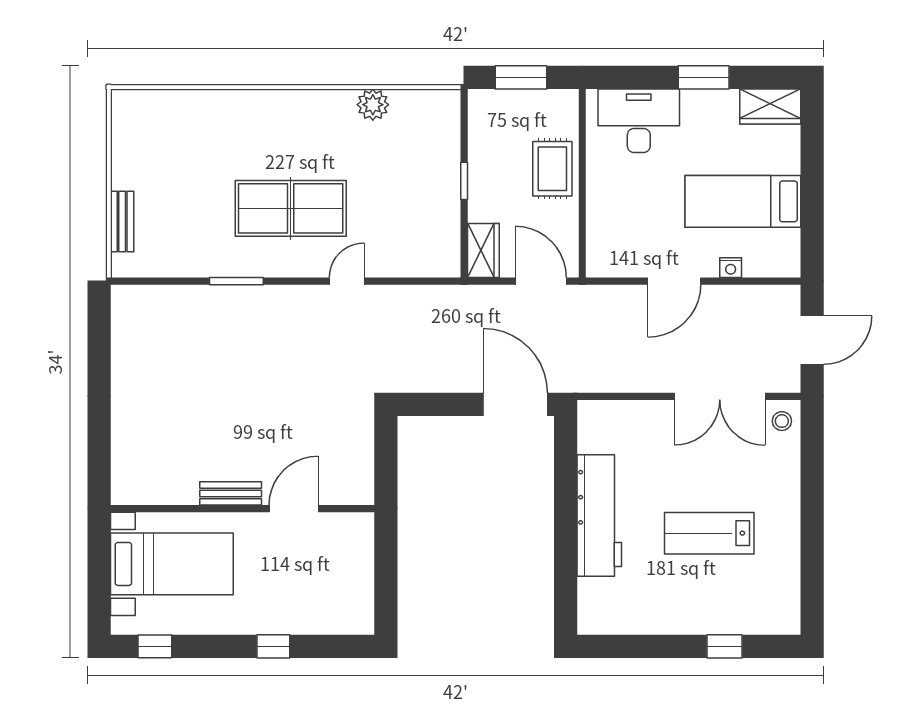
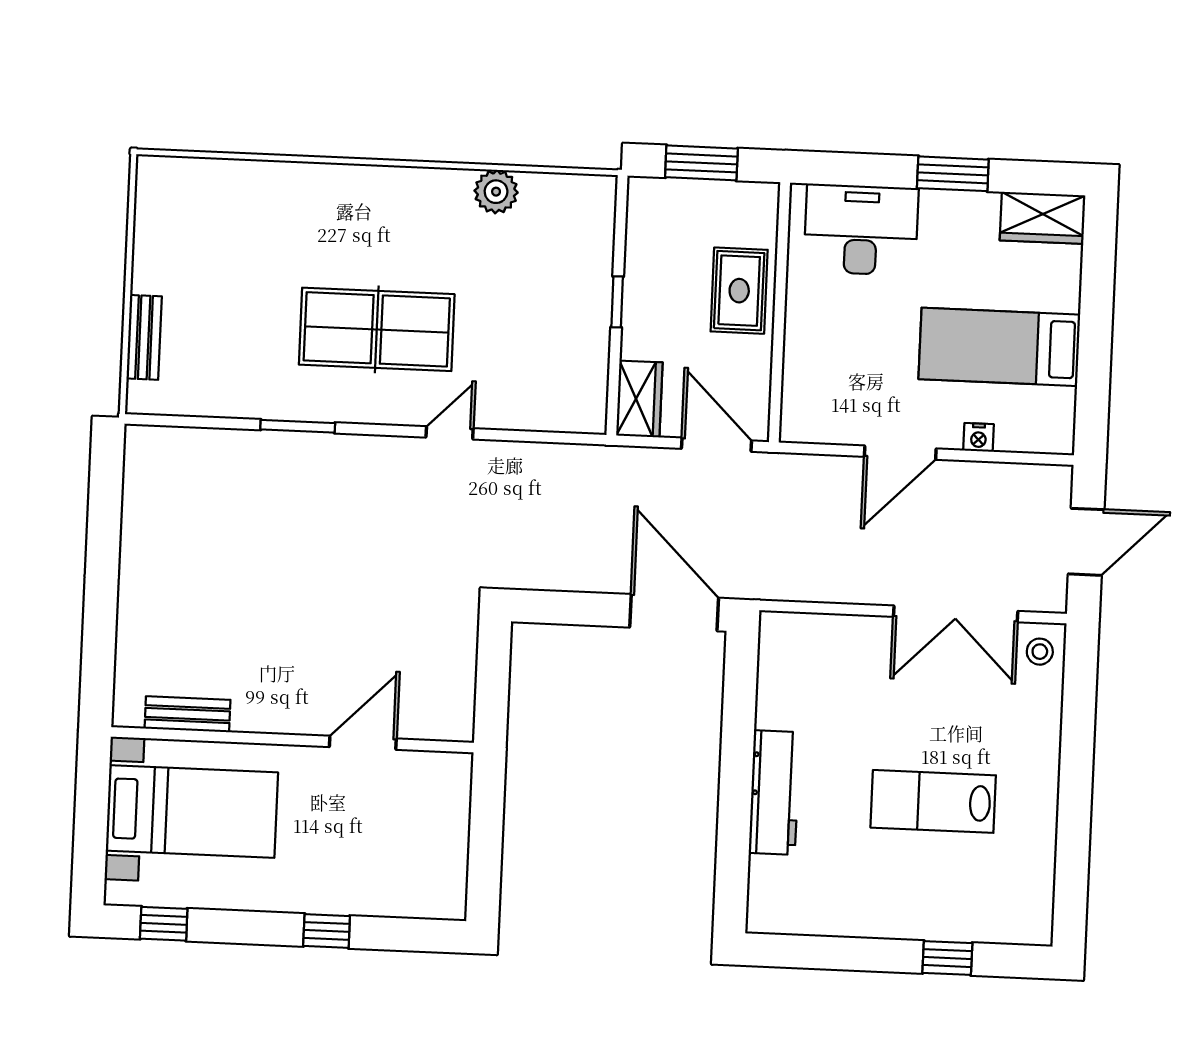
bench: (231, 493) -> (187, 714), moved
workbench: (599, 515) -> (774, 793), width x0.73, depth x0.76

